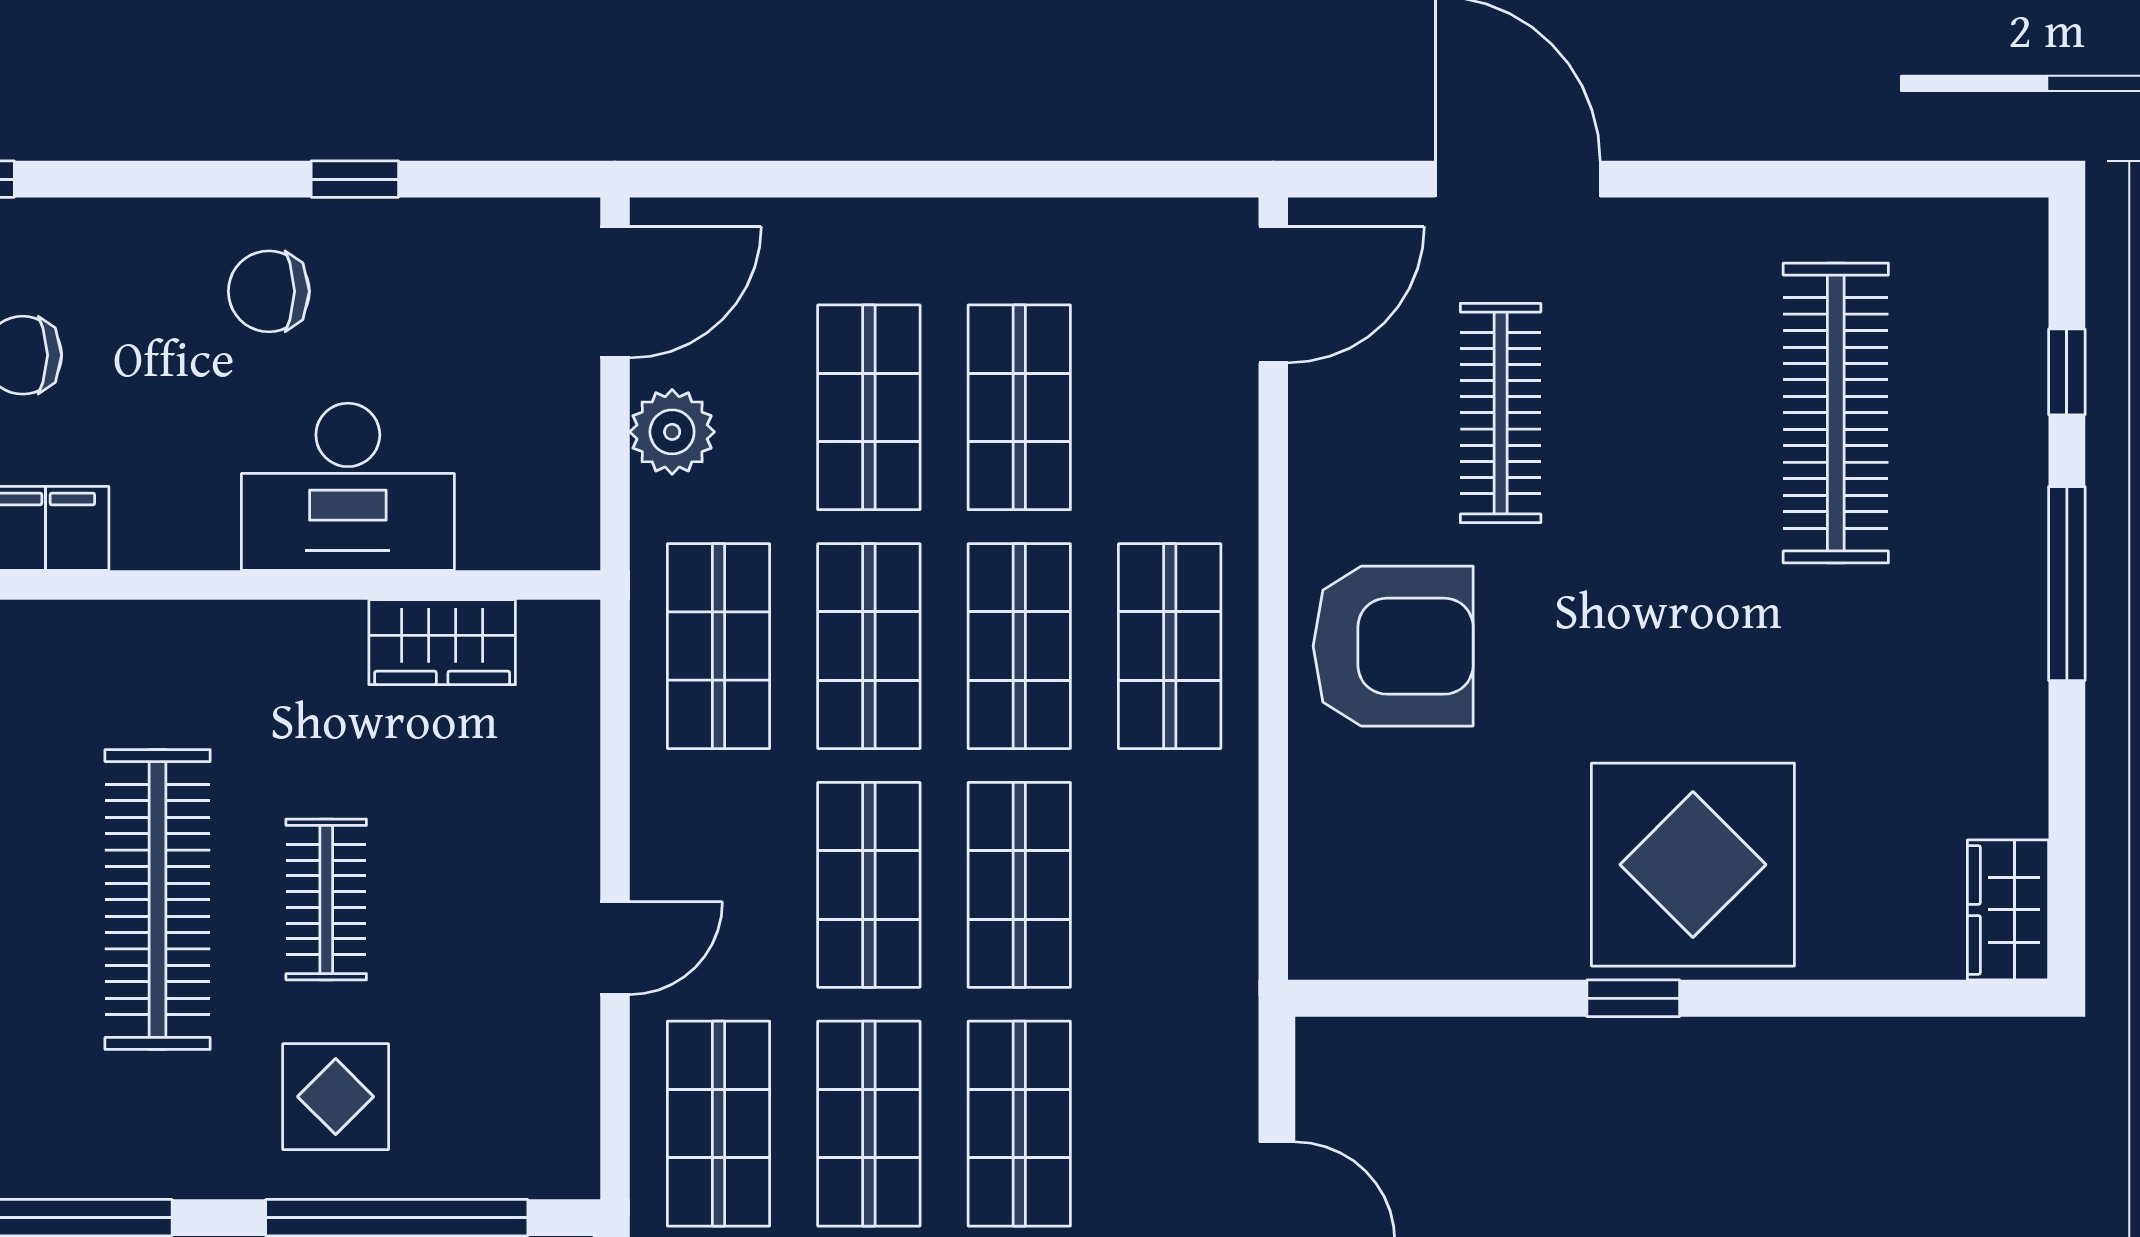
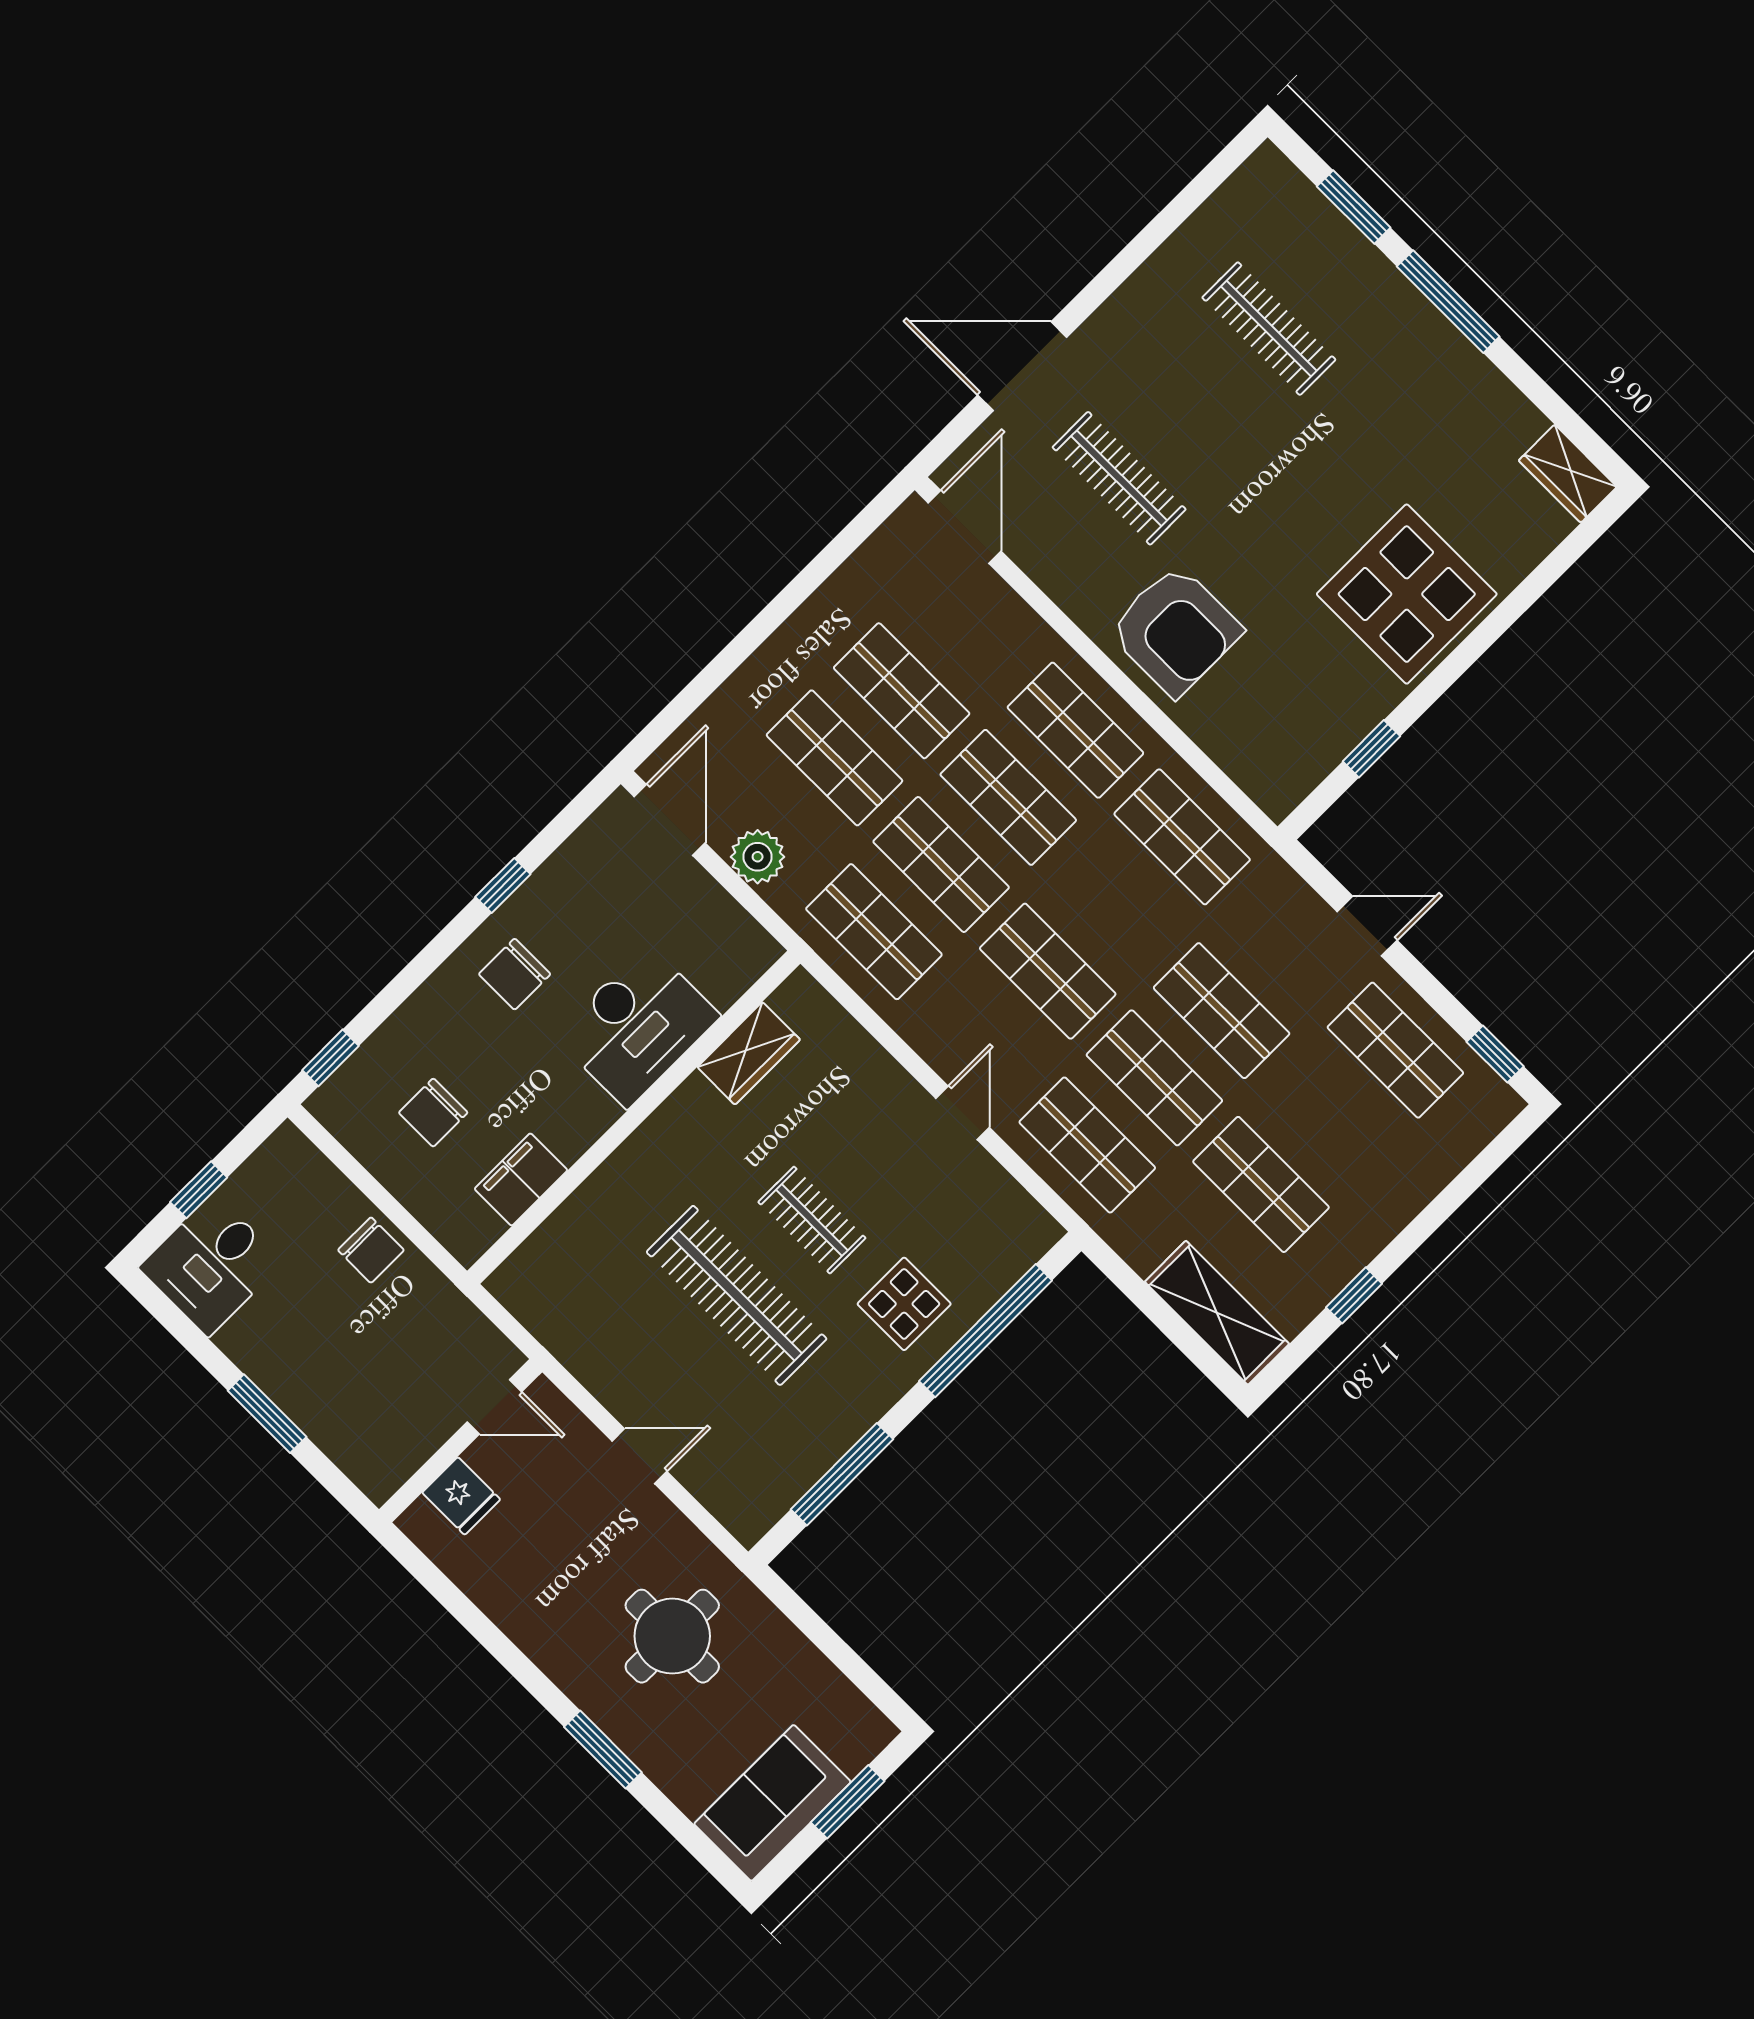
window: (2067, 372) -> (1354, 207), width x1.50
clothes rail: (1836, 413) -> (1269, 329), width x0.73, depth x0.76
armchair: (1393, 646) -> (1175, 630), turned 90
shop shelf: (1019, 885) -> (1182, 837), moved
window: (1633, 998) -> (1371, 749), moved

